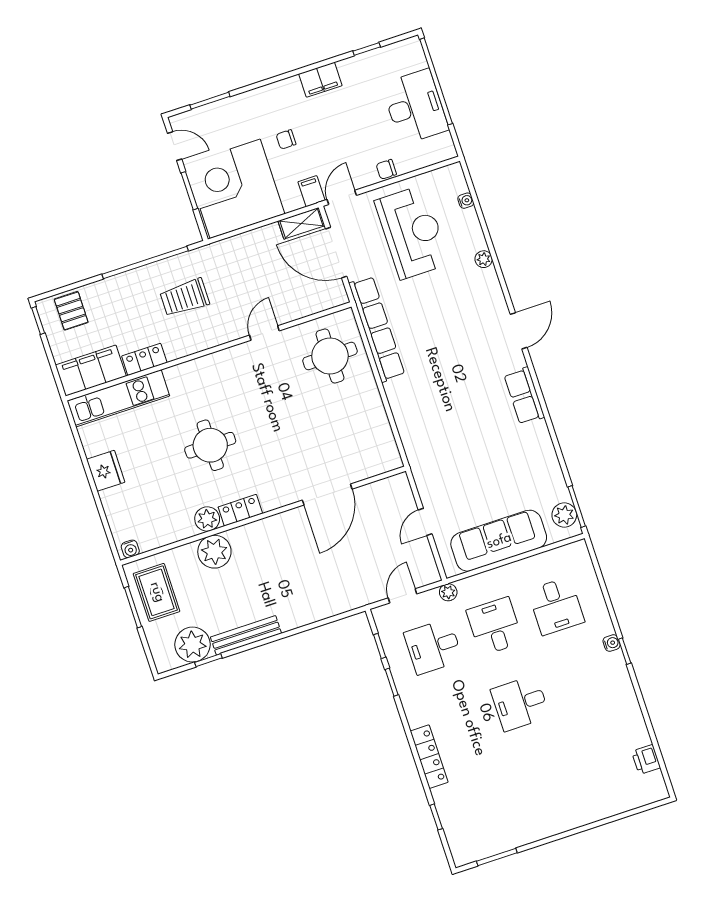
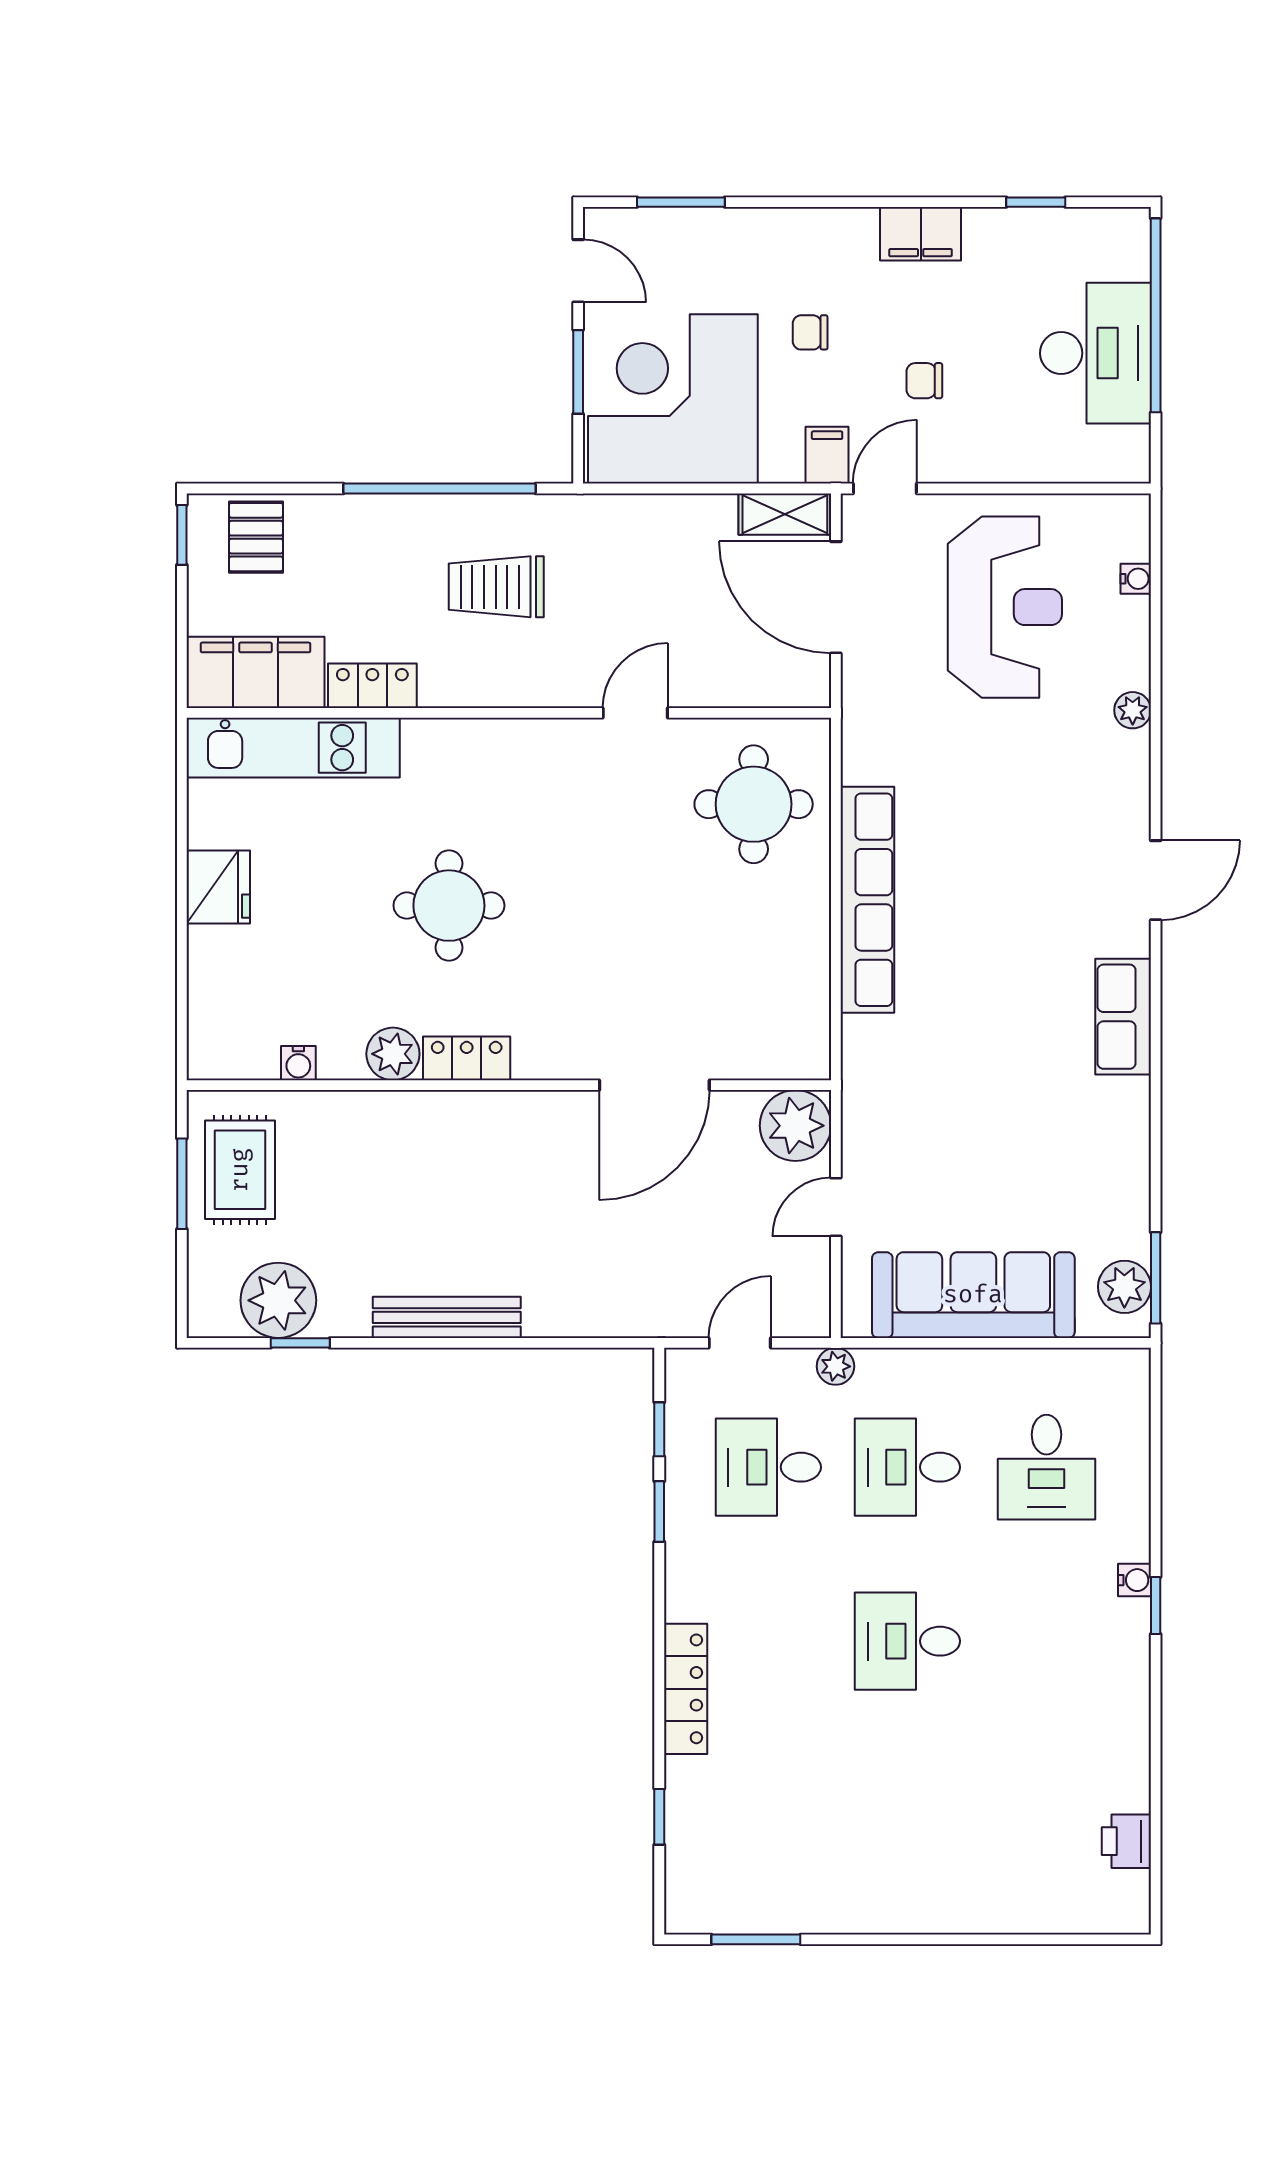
chair: (386, 169) -> (924, 381), moved
row of seats: (377, 329) -> (867, 900), moved
water cooler: (130, 549) -> (298, 1063), moved
plant: (214, 552) -> (795, 1126), moved
desk: (495, 626) -> (907, 1467), turned -90
bench: (246, 635) -> (447, 1317), moved

